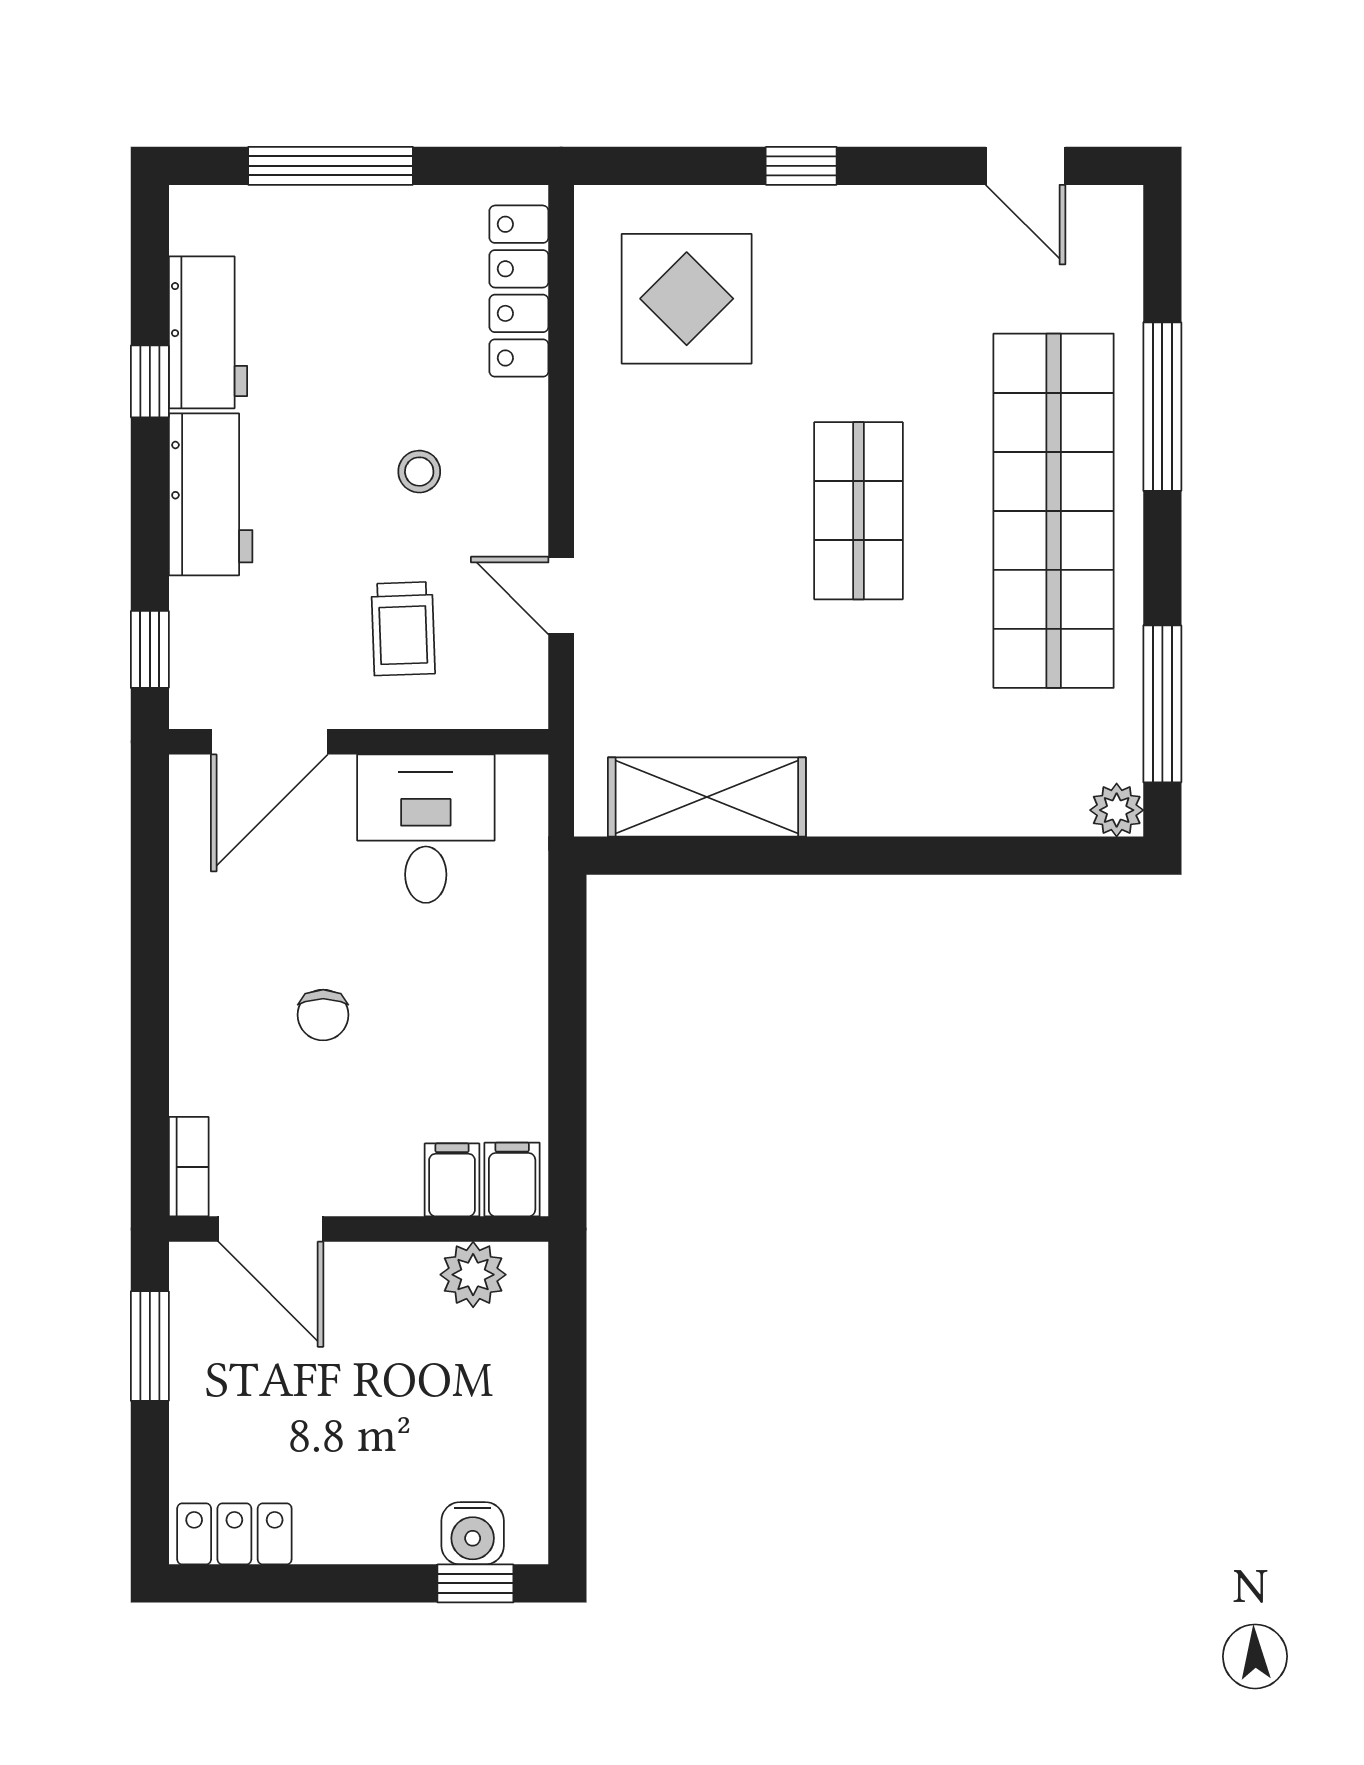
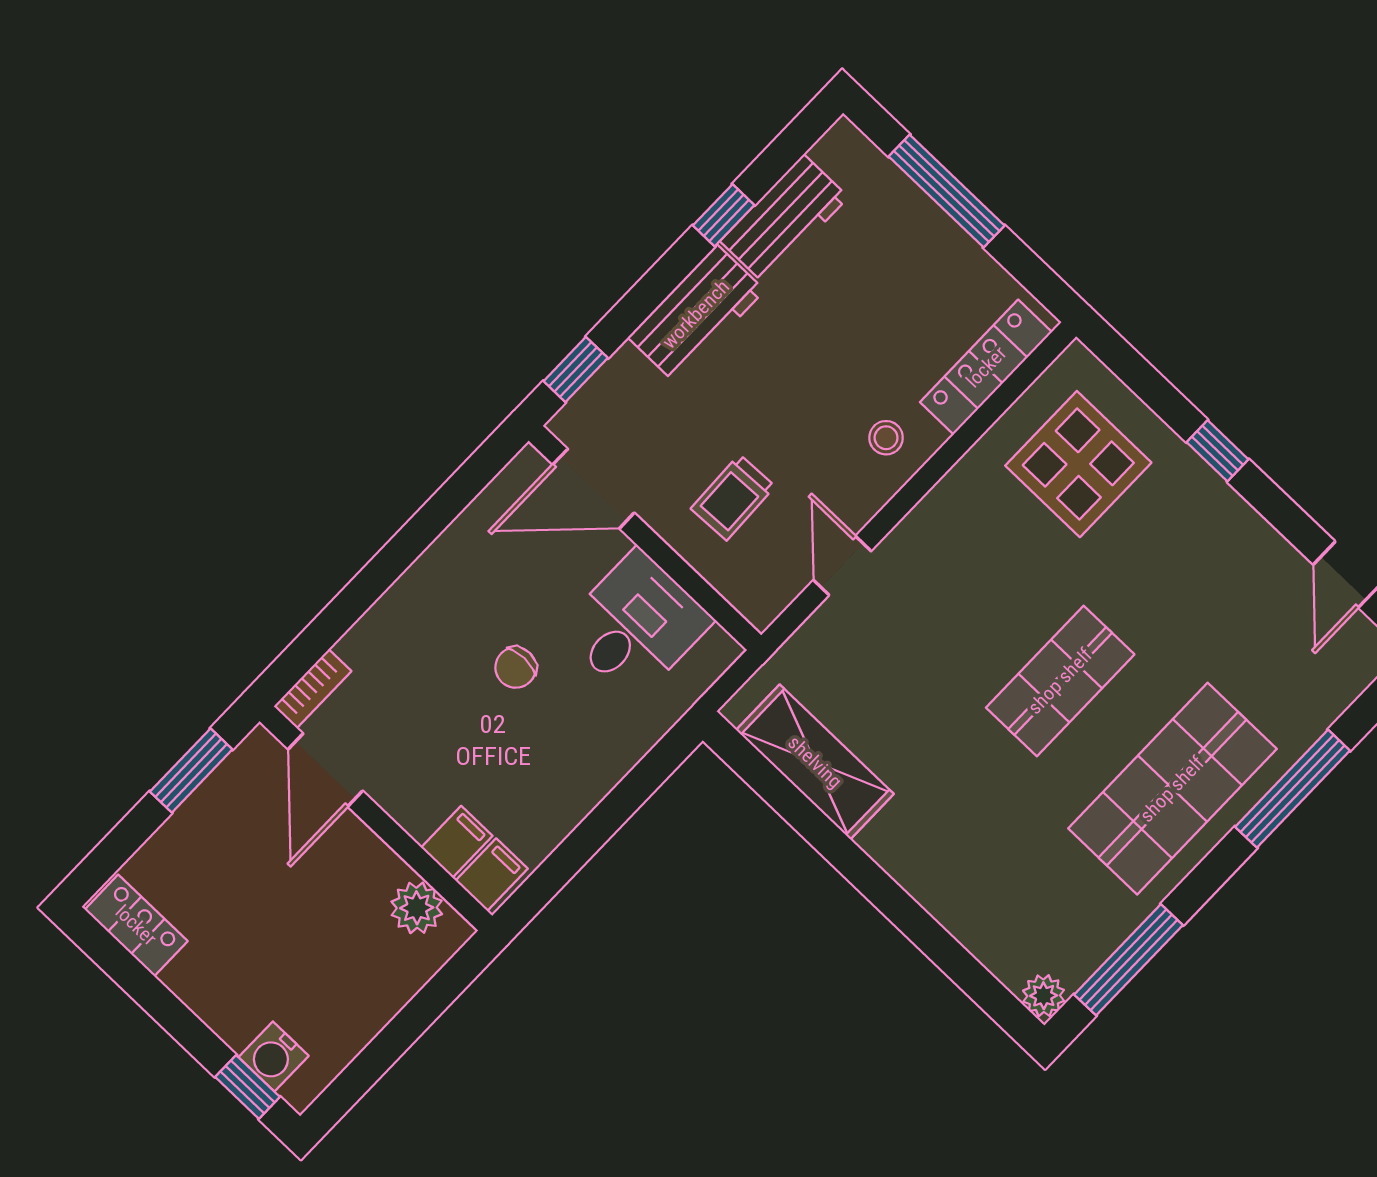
stool: (419, 472) -> (886, 438), moved
shop shelf: (1054, 511) -> (1172, 789), width x0.71
chair: (323, 1015) -> (516, 667), moved

